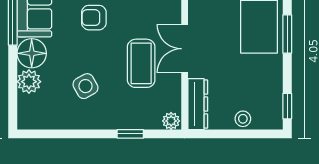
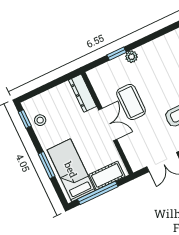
side table: (85, 86) -> (160, 71), removed
stool: (243, 119) -> (40, 120), moved
plant: (171, 121) -> (132, 57), moved

